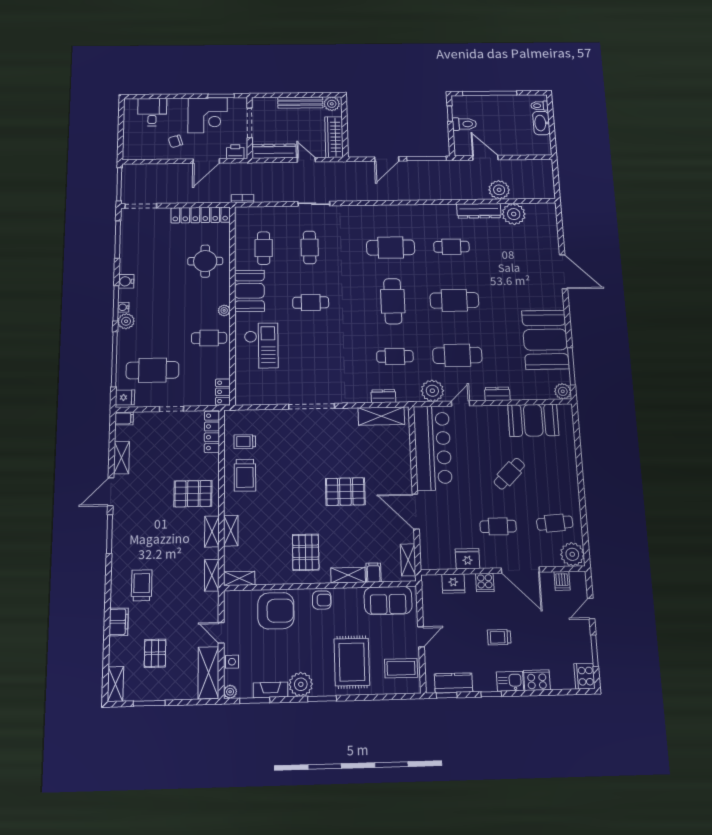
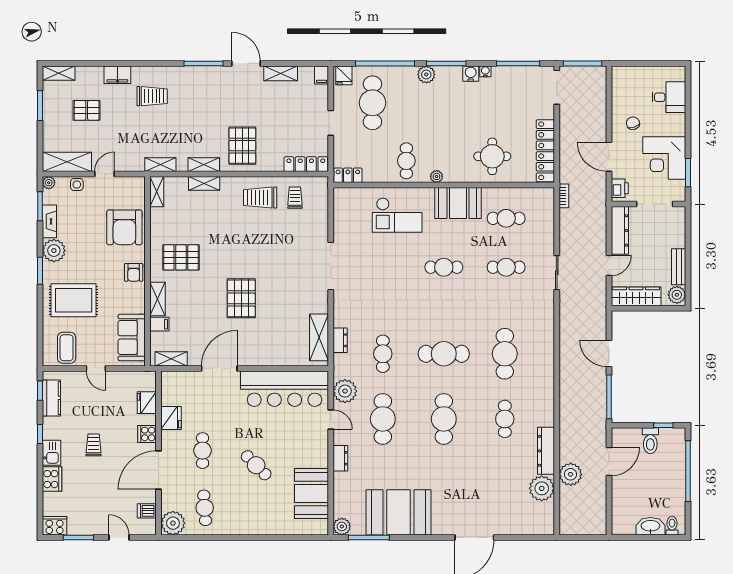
bench: (300, 103) -> (679, 267), width x0.73
cafe table: (311, 303) -> (444, 267), turned 90
water cooler: (123, 307) -> (485, 71), moved

